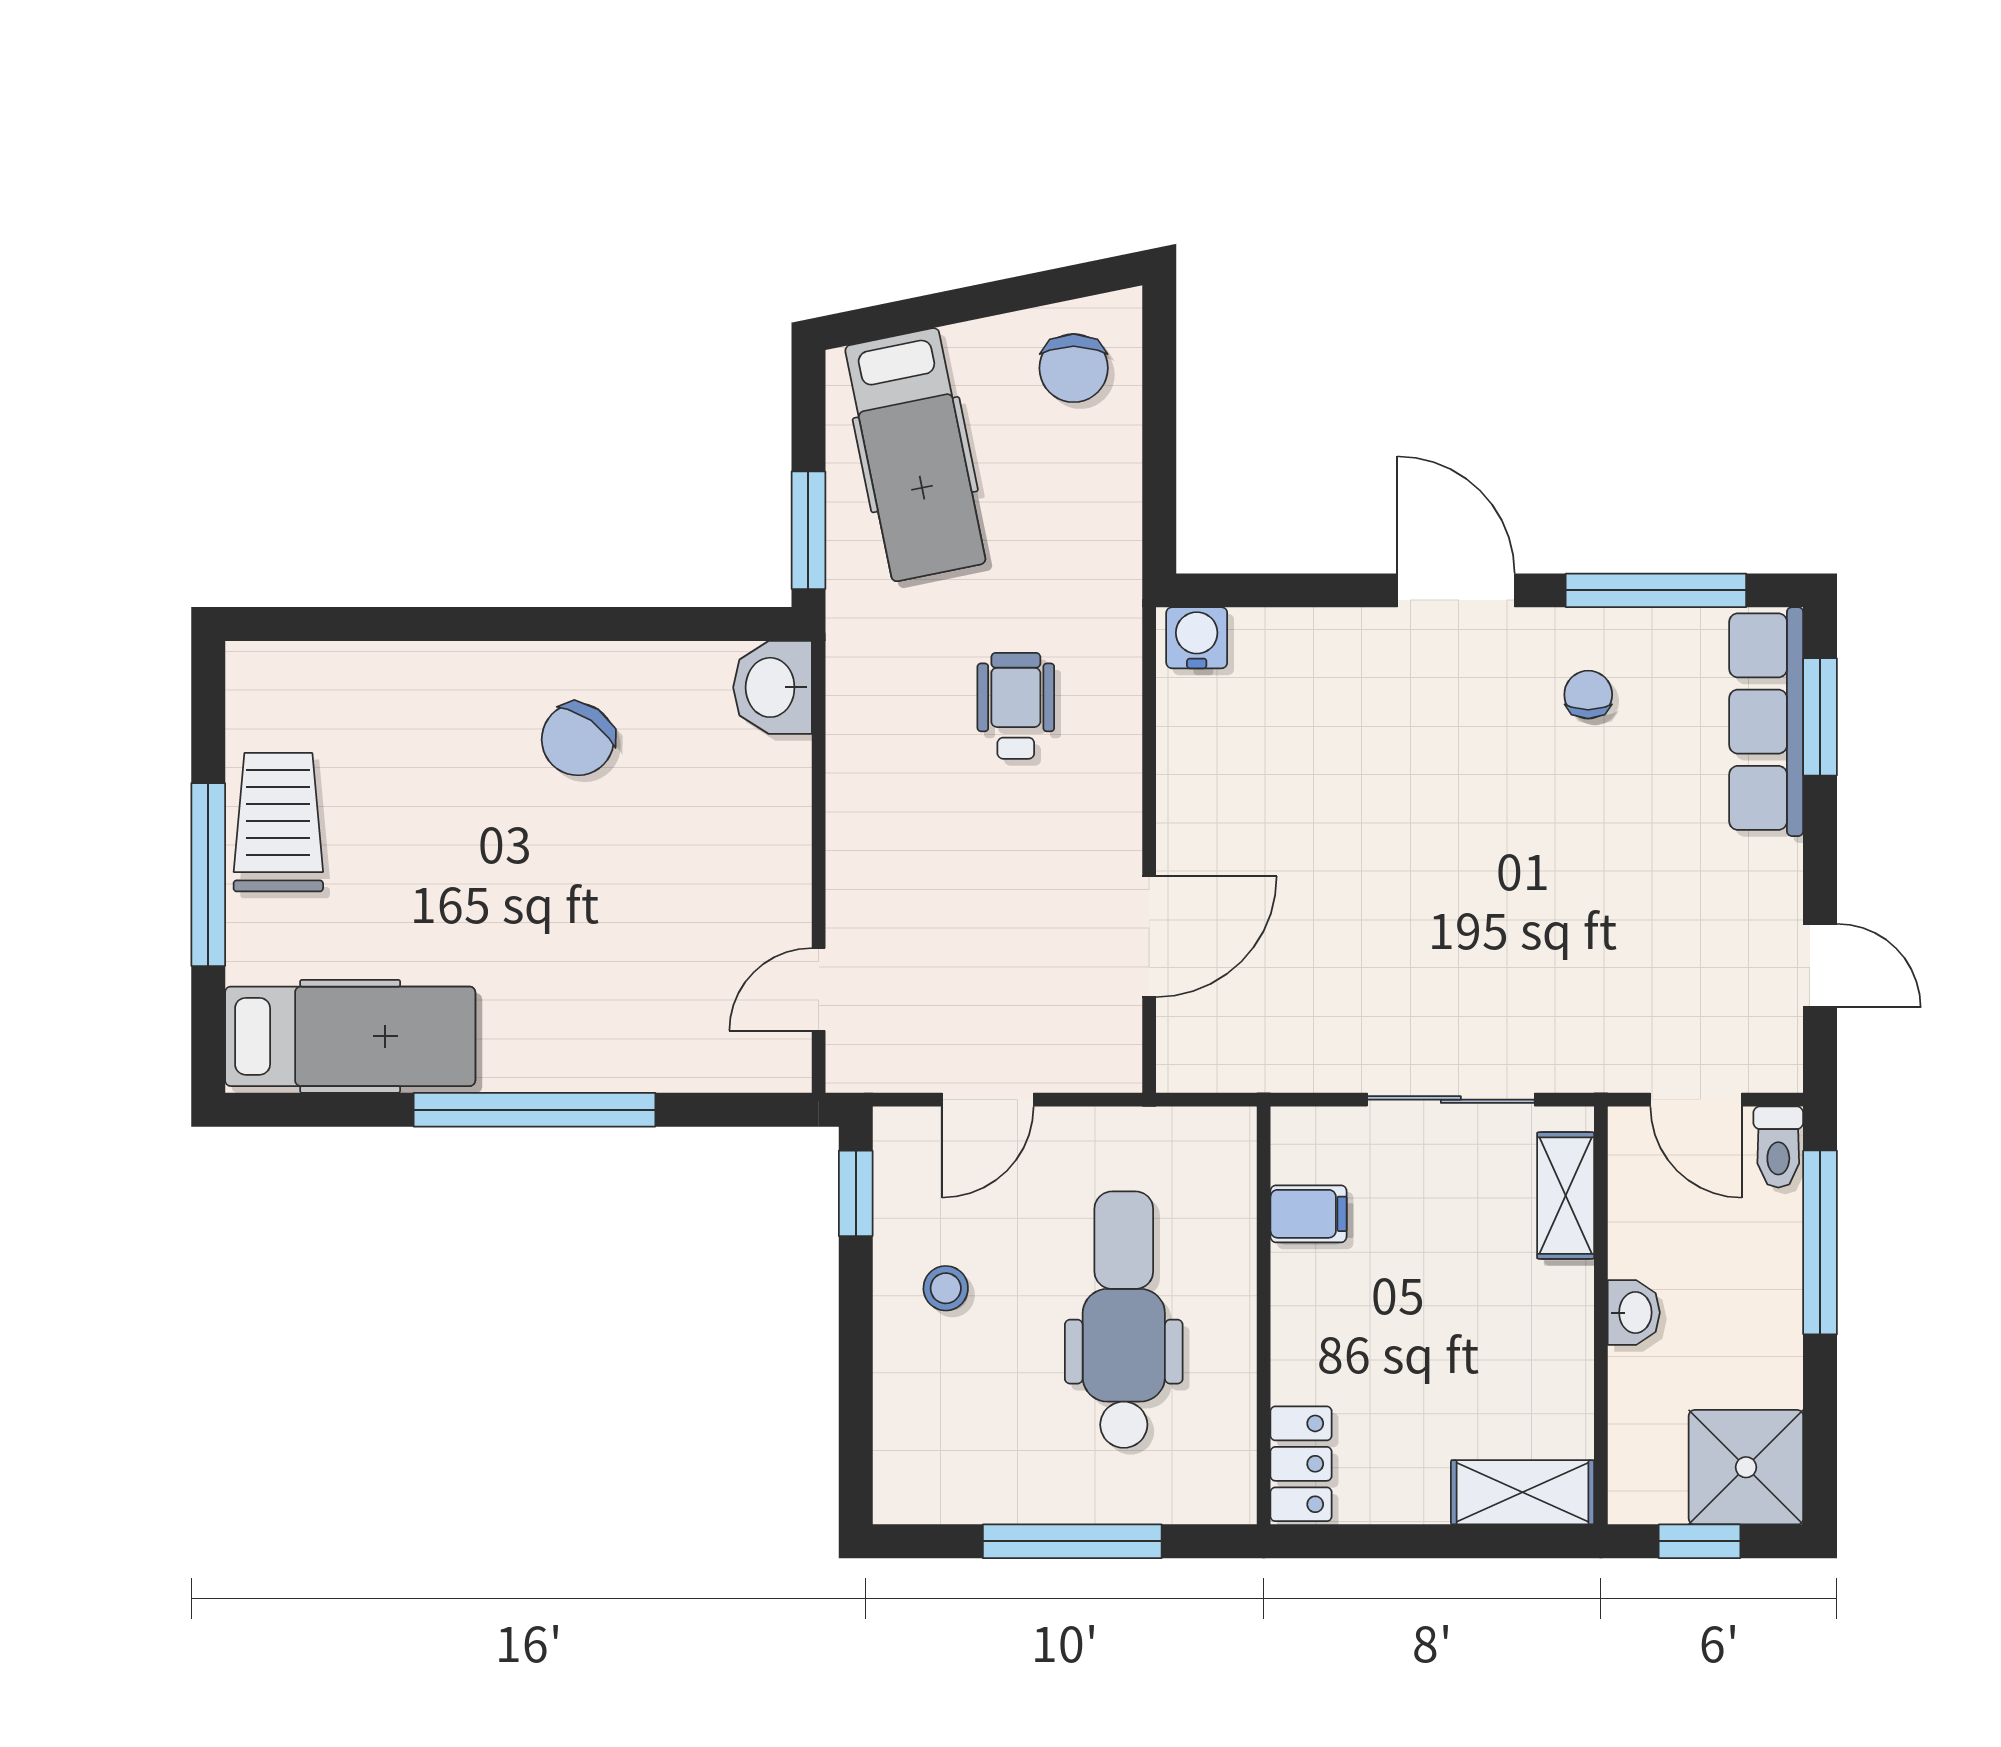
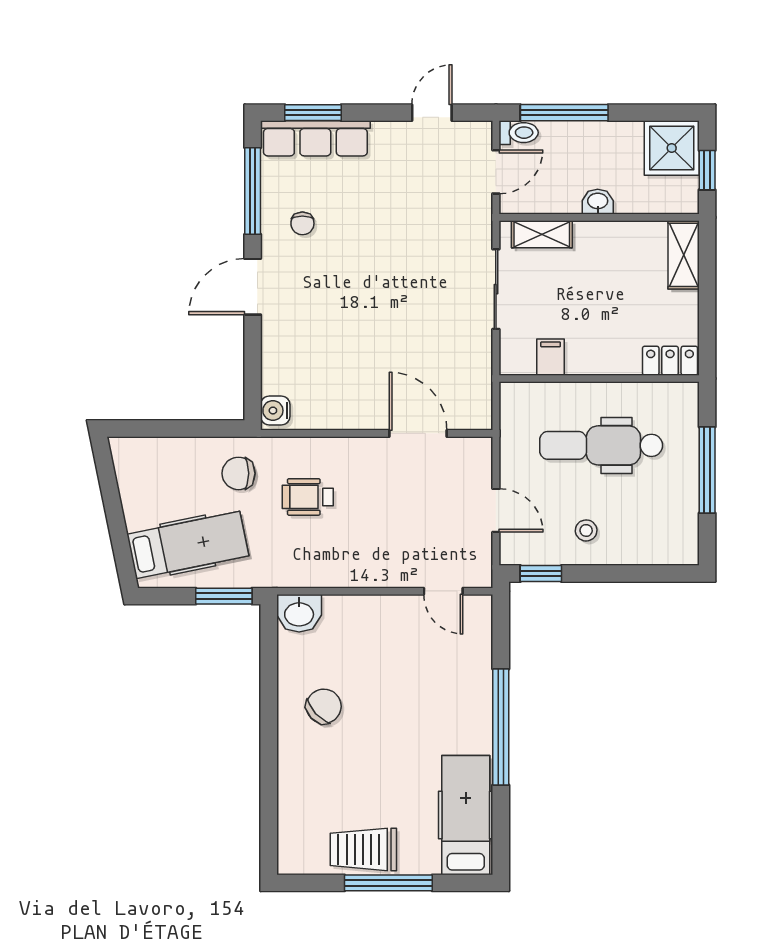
chair: (1074, 368) -> (239, 473), moved, turned 180
chair: (1588, 695) -> (302, 223), turned -90
chair: (578, 739) -> (324, 706), turned -78

